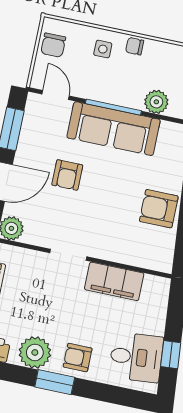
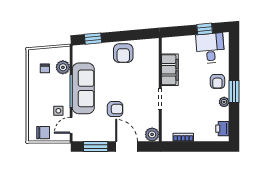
chair: (135, 46) -> (45, 68), moved
side table: (103, 49) -> (58, 111), moved
plant: (35, 352) -> (224, 102), width x0.53, depth x0.53

